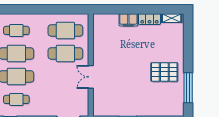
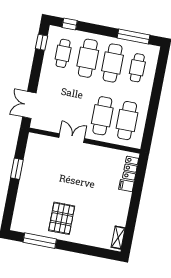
locker: (149, 19) -> (131, 168), moved
filing cabinet: (128, 20) -> (126, 186), width x0.50

